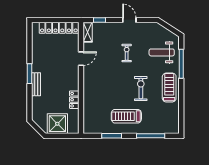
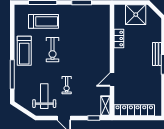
weight bench: (162, 52) -> (44, 96), moved, turned -90
treadmill: (126, 116) -> (44, 21), moved

